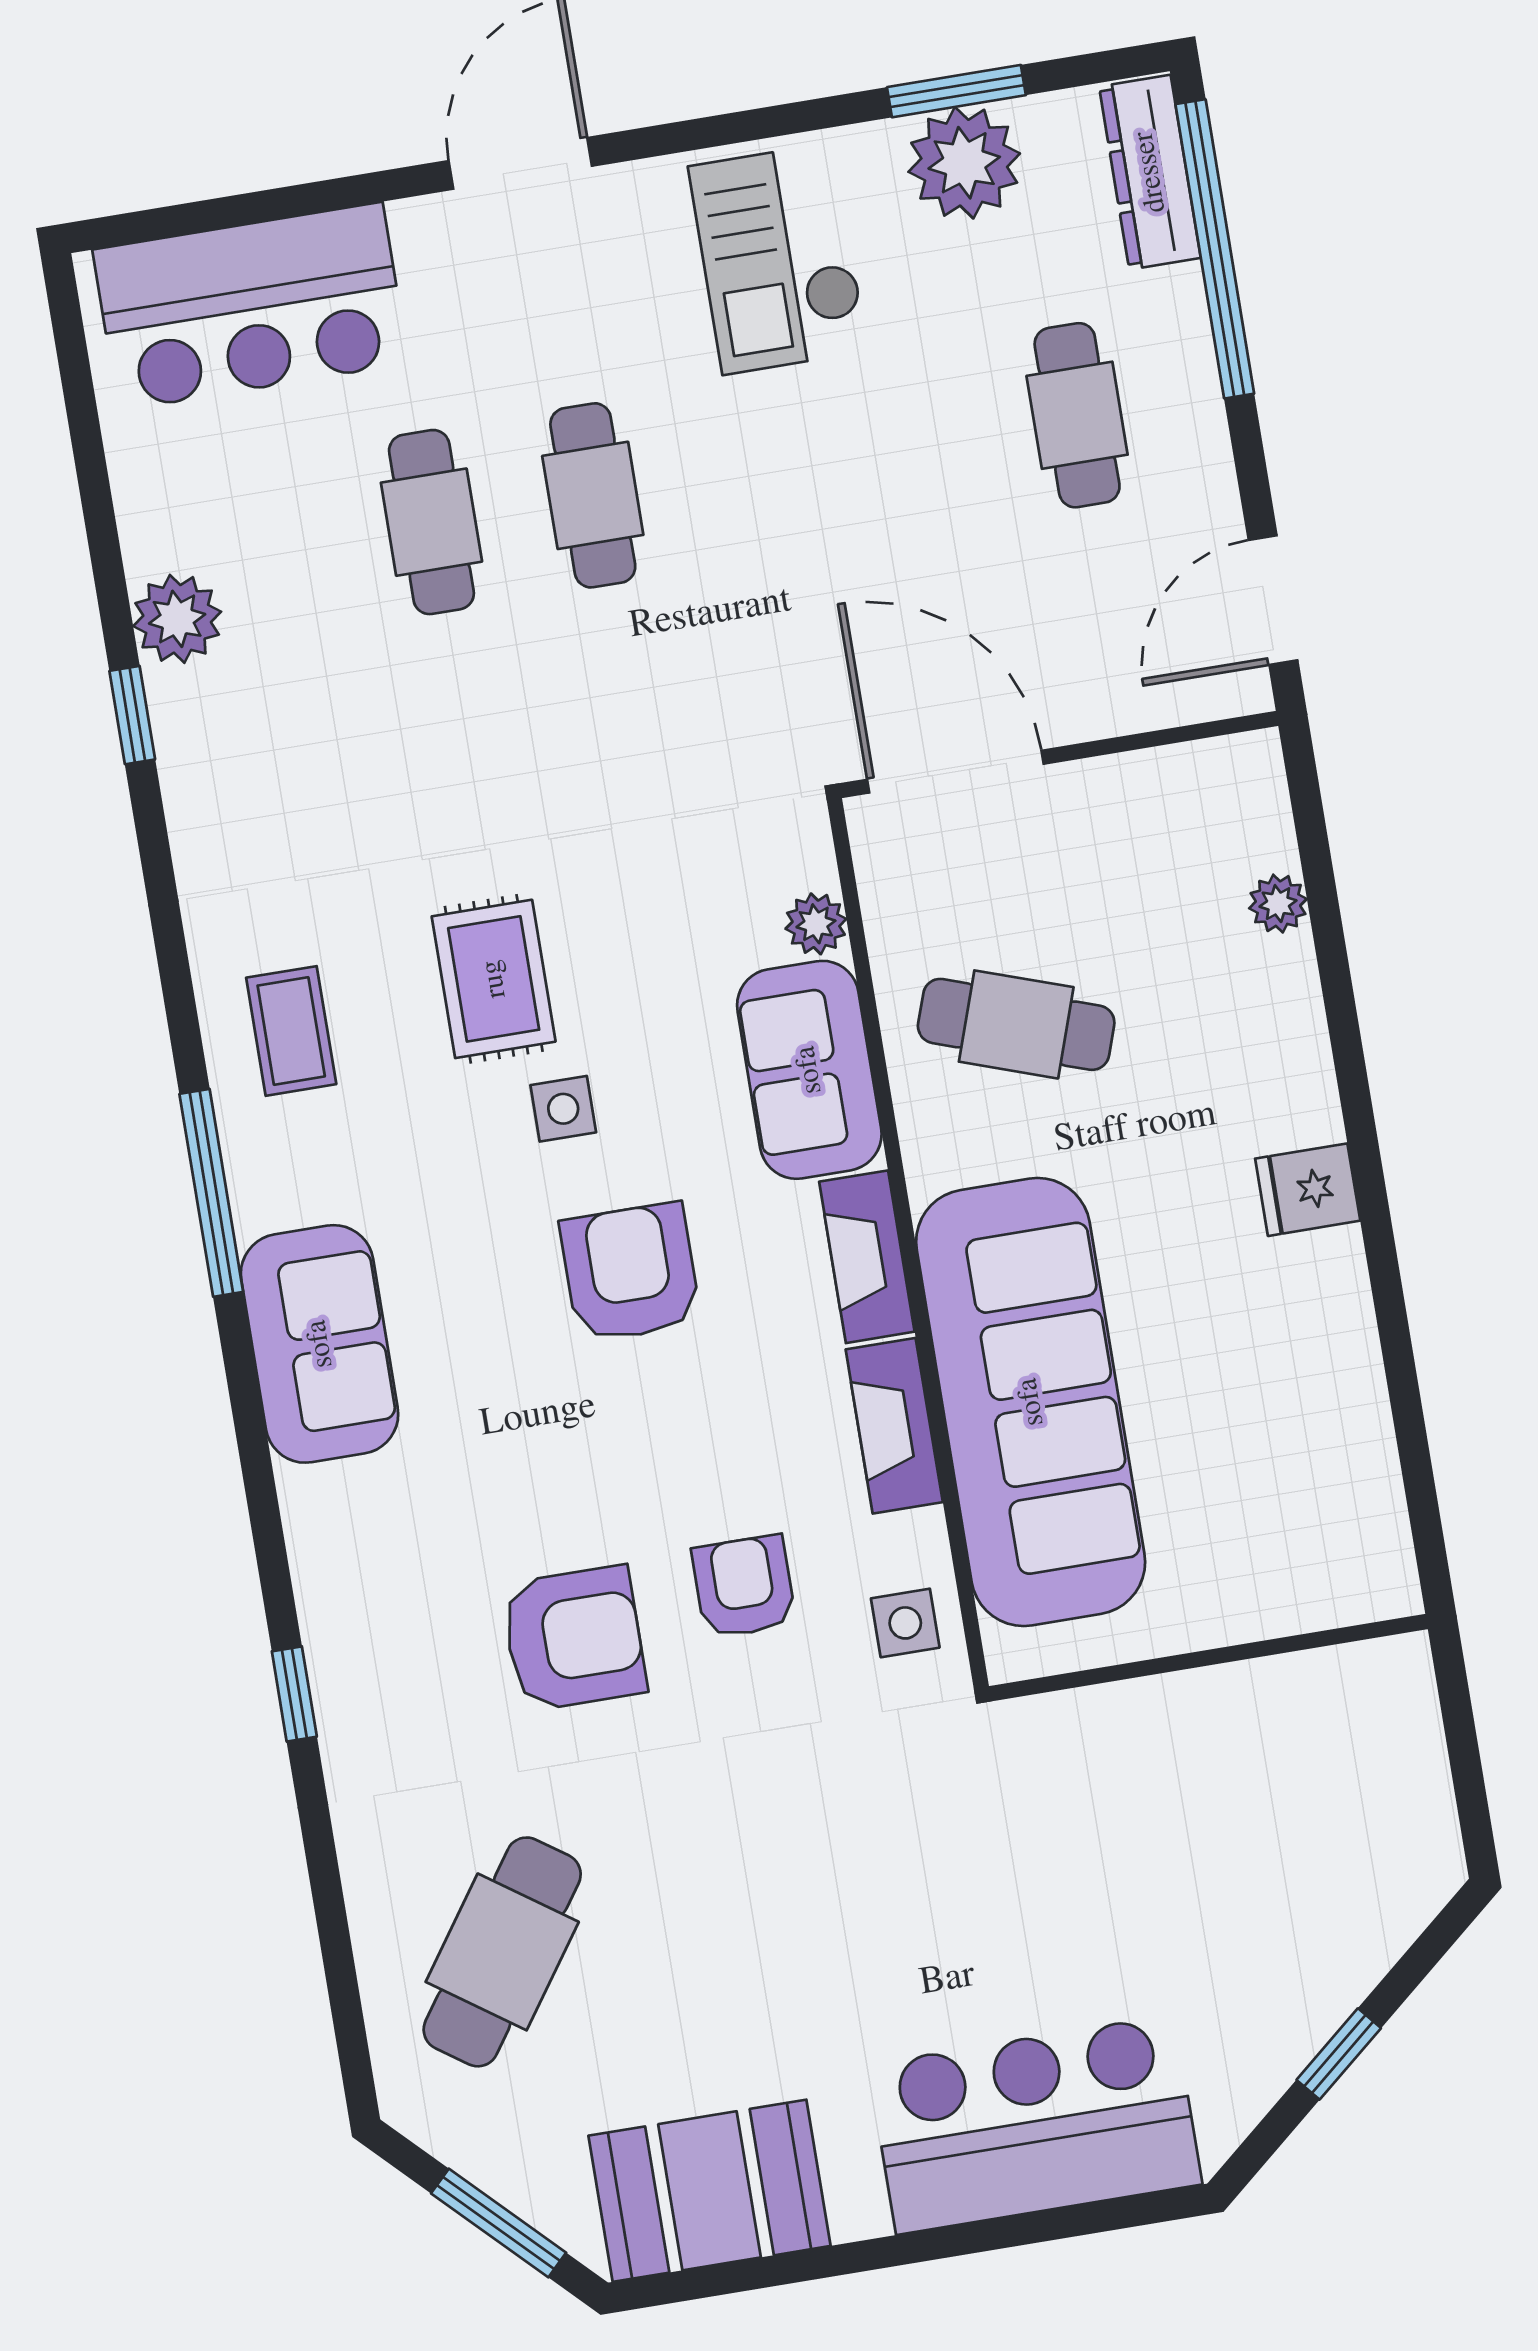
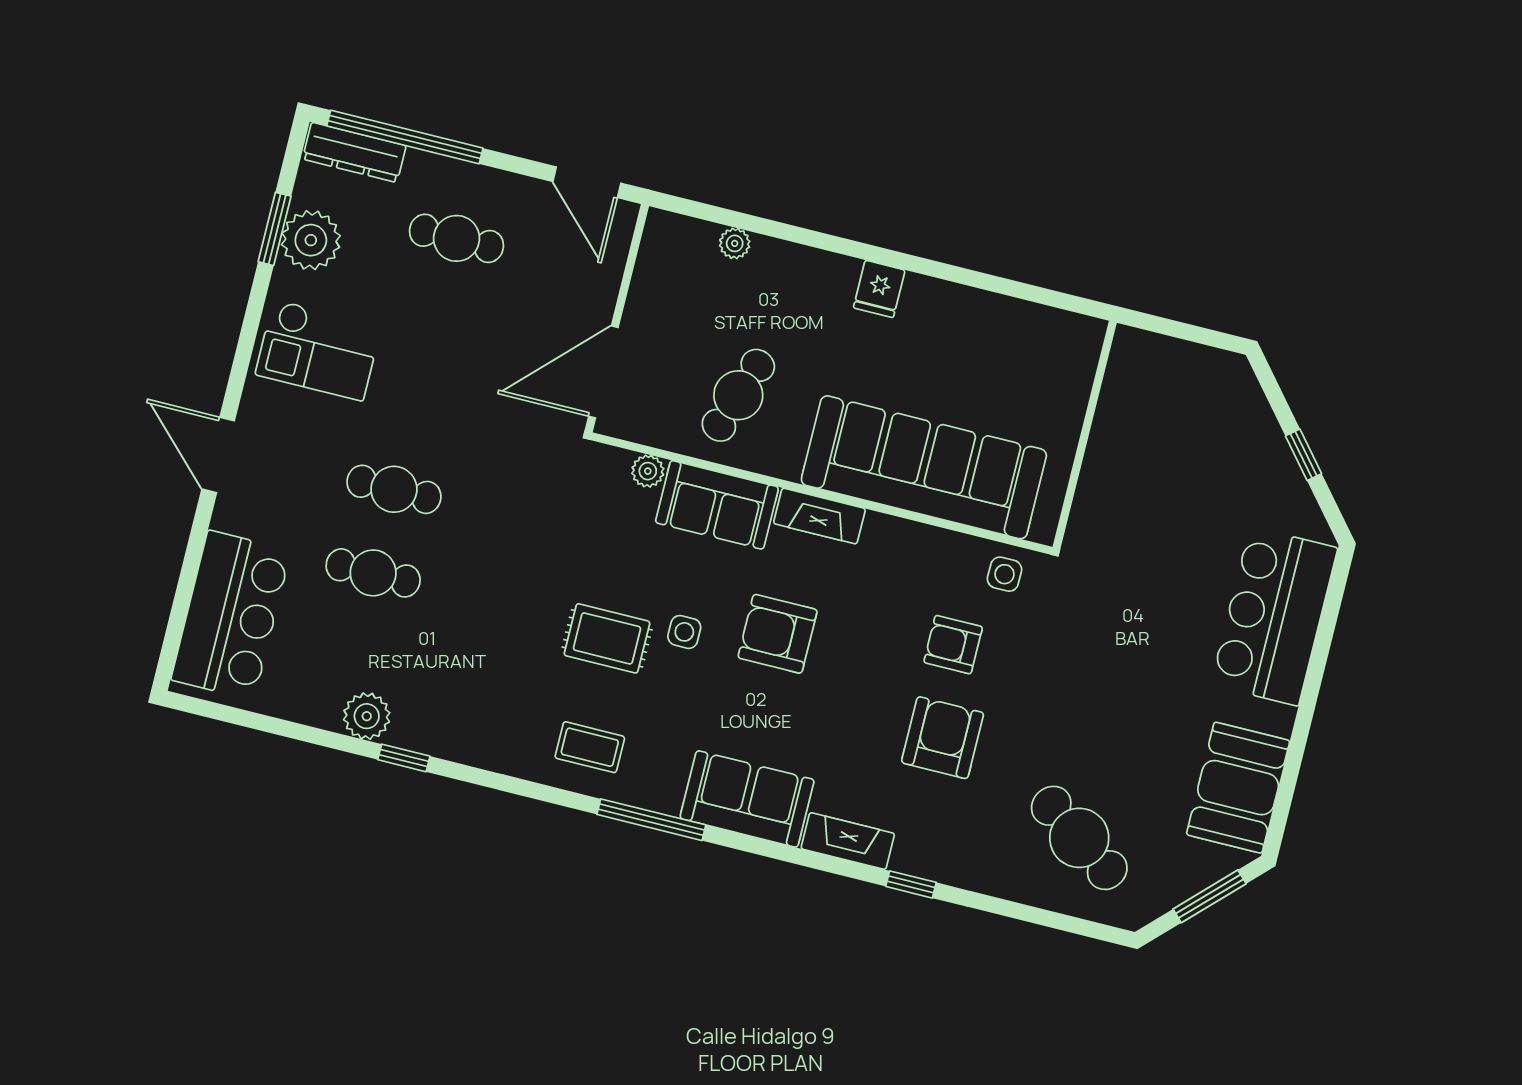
fireplace: (894, 1426) -> (848, 841), moved, turned 180

